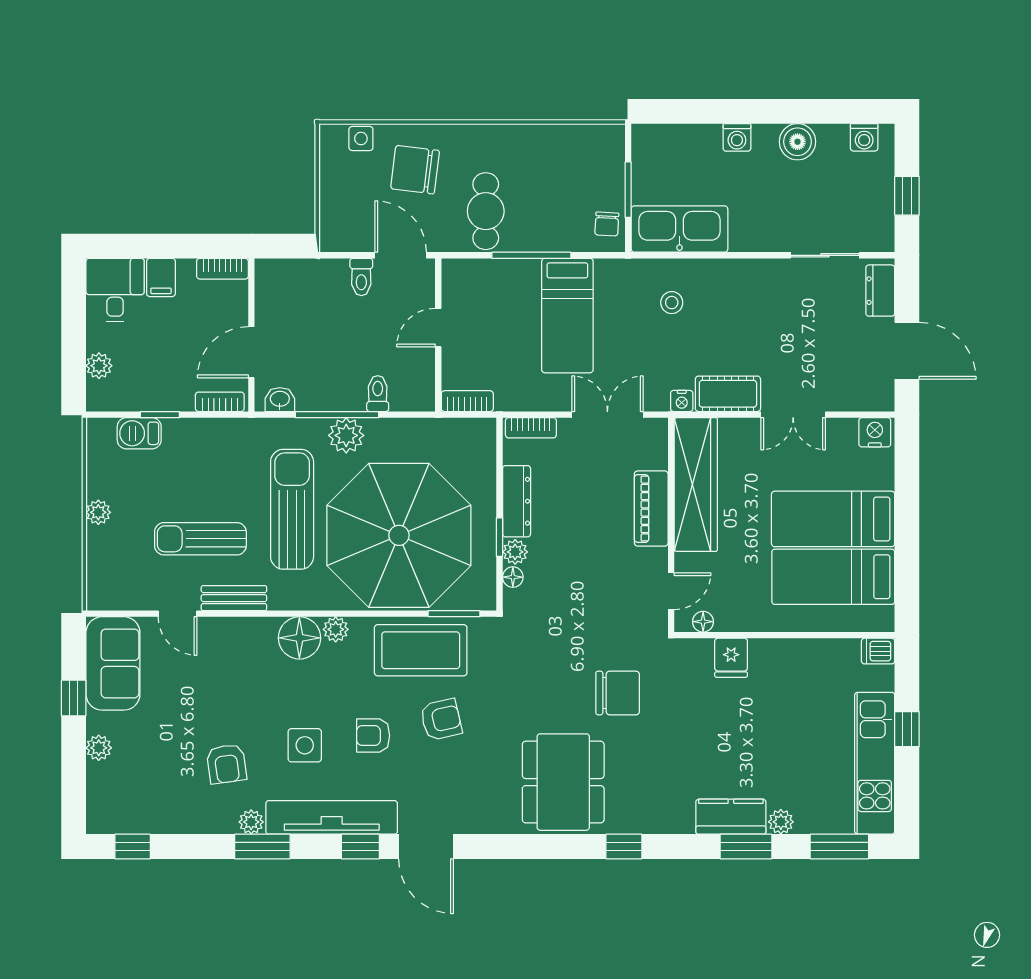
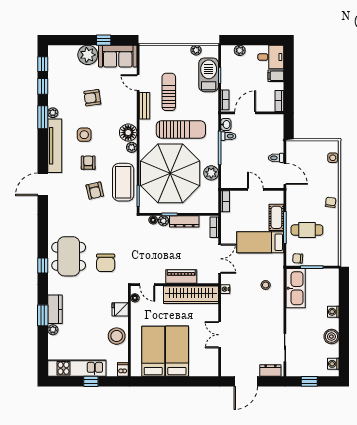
chair: (415, 170) -> (331, 202), moved, width x0.54, depth x0.54
cafe table: (486, 211) -> (307, 230), moved
door: (401, 255) -> (285, 174), hinge flipped
door: (251, 352) -> (245, 113), hinge flipped
toilet: (378, 394) -> (228, 136), moved
cot: (728, 394) -> (276, 217), moved
nightstand: (875, 432) -> (212, 368), removed
barbecue: (139, 433) -> (209, 75), width x1.88, depth x1.53
plant: (346, 435) -> (211, 173), moved
plant: (98, 512) -> (196, 50), moved
door: (178, 614) -> (138, 83), hinge flipped
stool: (796, 666) -> (117, 336), added
plant: (99, 748) -> (88, 55), width x1.88, depth x1.88
armchair: (226, 764) -> (92, 98), moved
dining table: (563, 782) -> (69, 256), moved, turned 90
window: (360, 846) -> (43, 86), moved
window: (839, 846) -> (43, 354), removed

